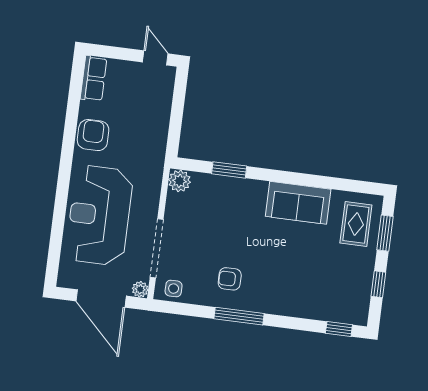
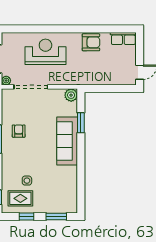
sofa: (298, 203) -> (67, 141), moved, width x1.36
reception desk: (99, 215) -> (45, 52), width x0.74, depth x0.77
rug: (356, 224) -> (20, 198), moved
side table: (174, 289) -> (27, 181), moved

